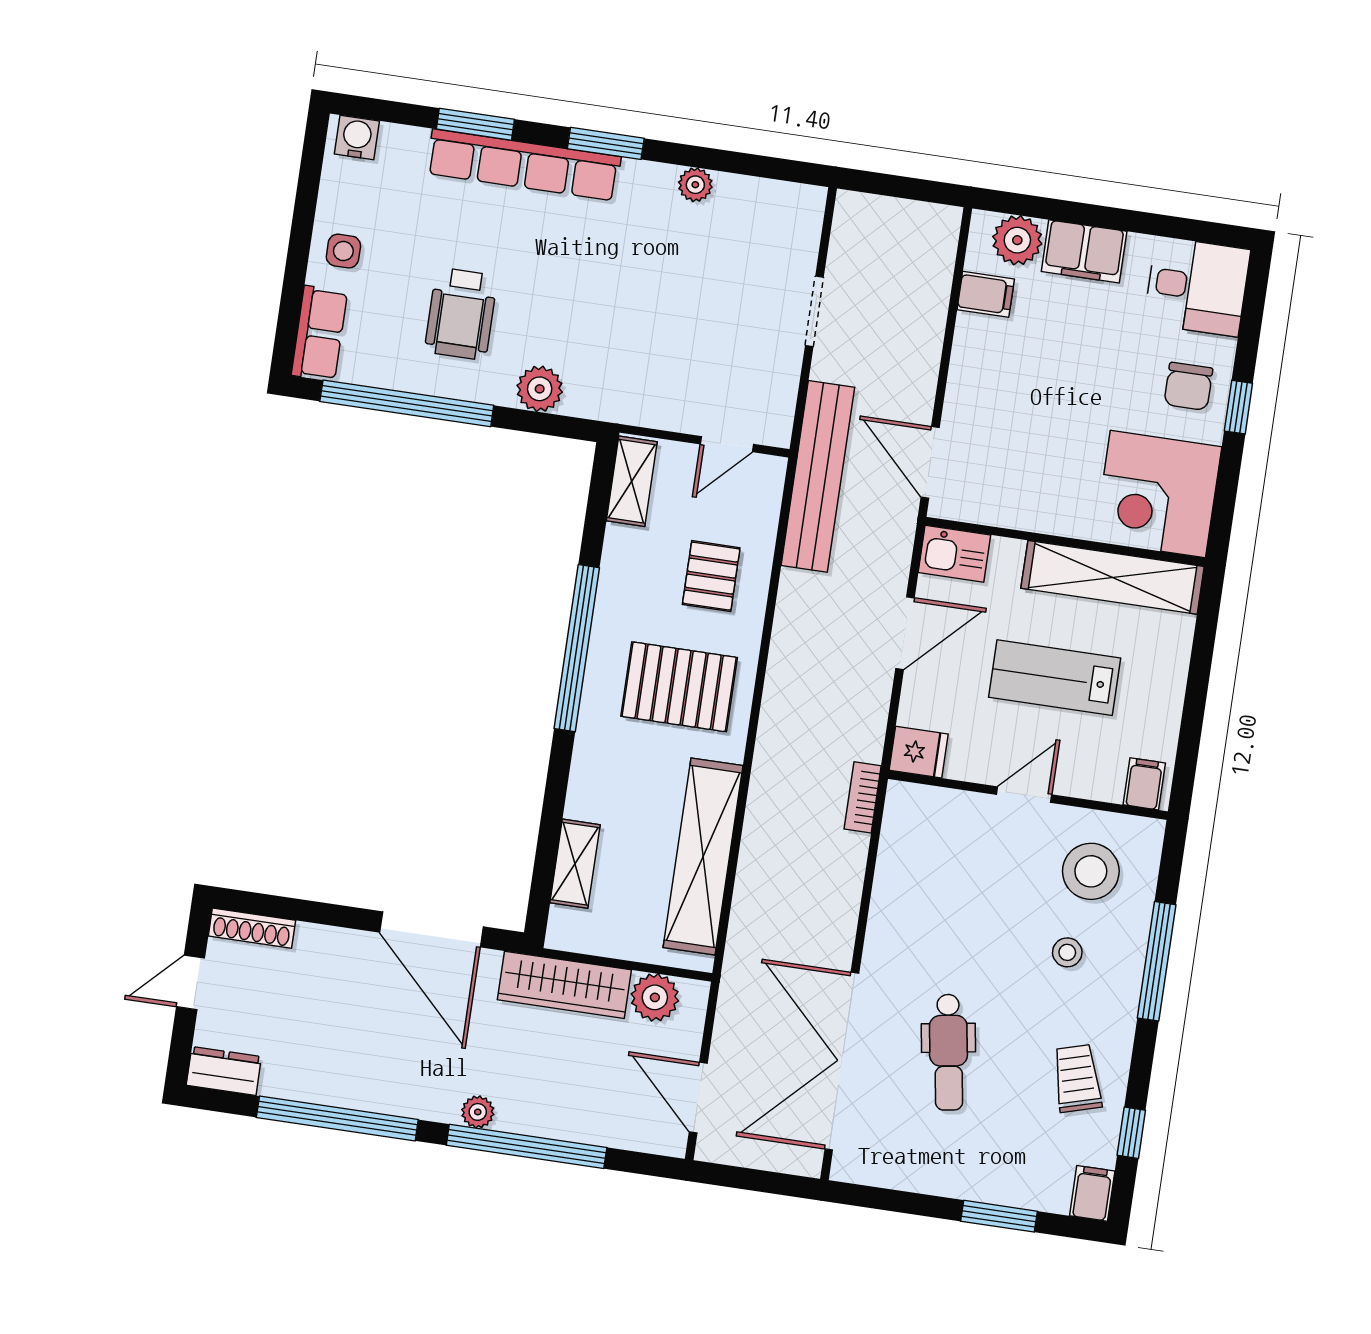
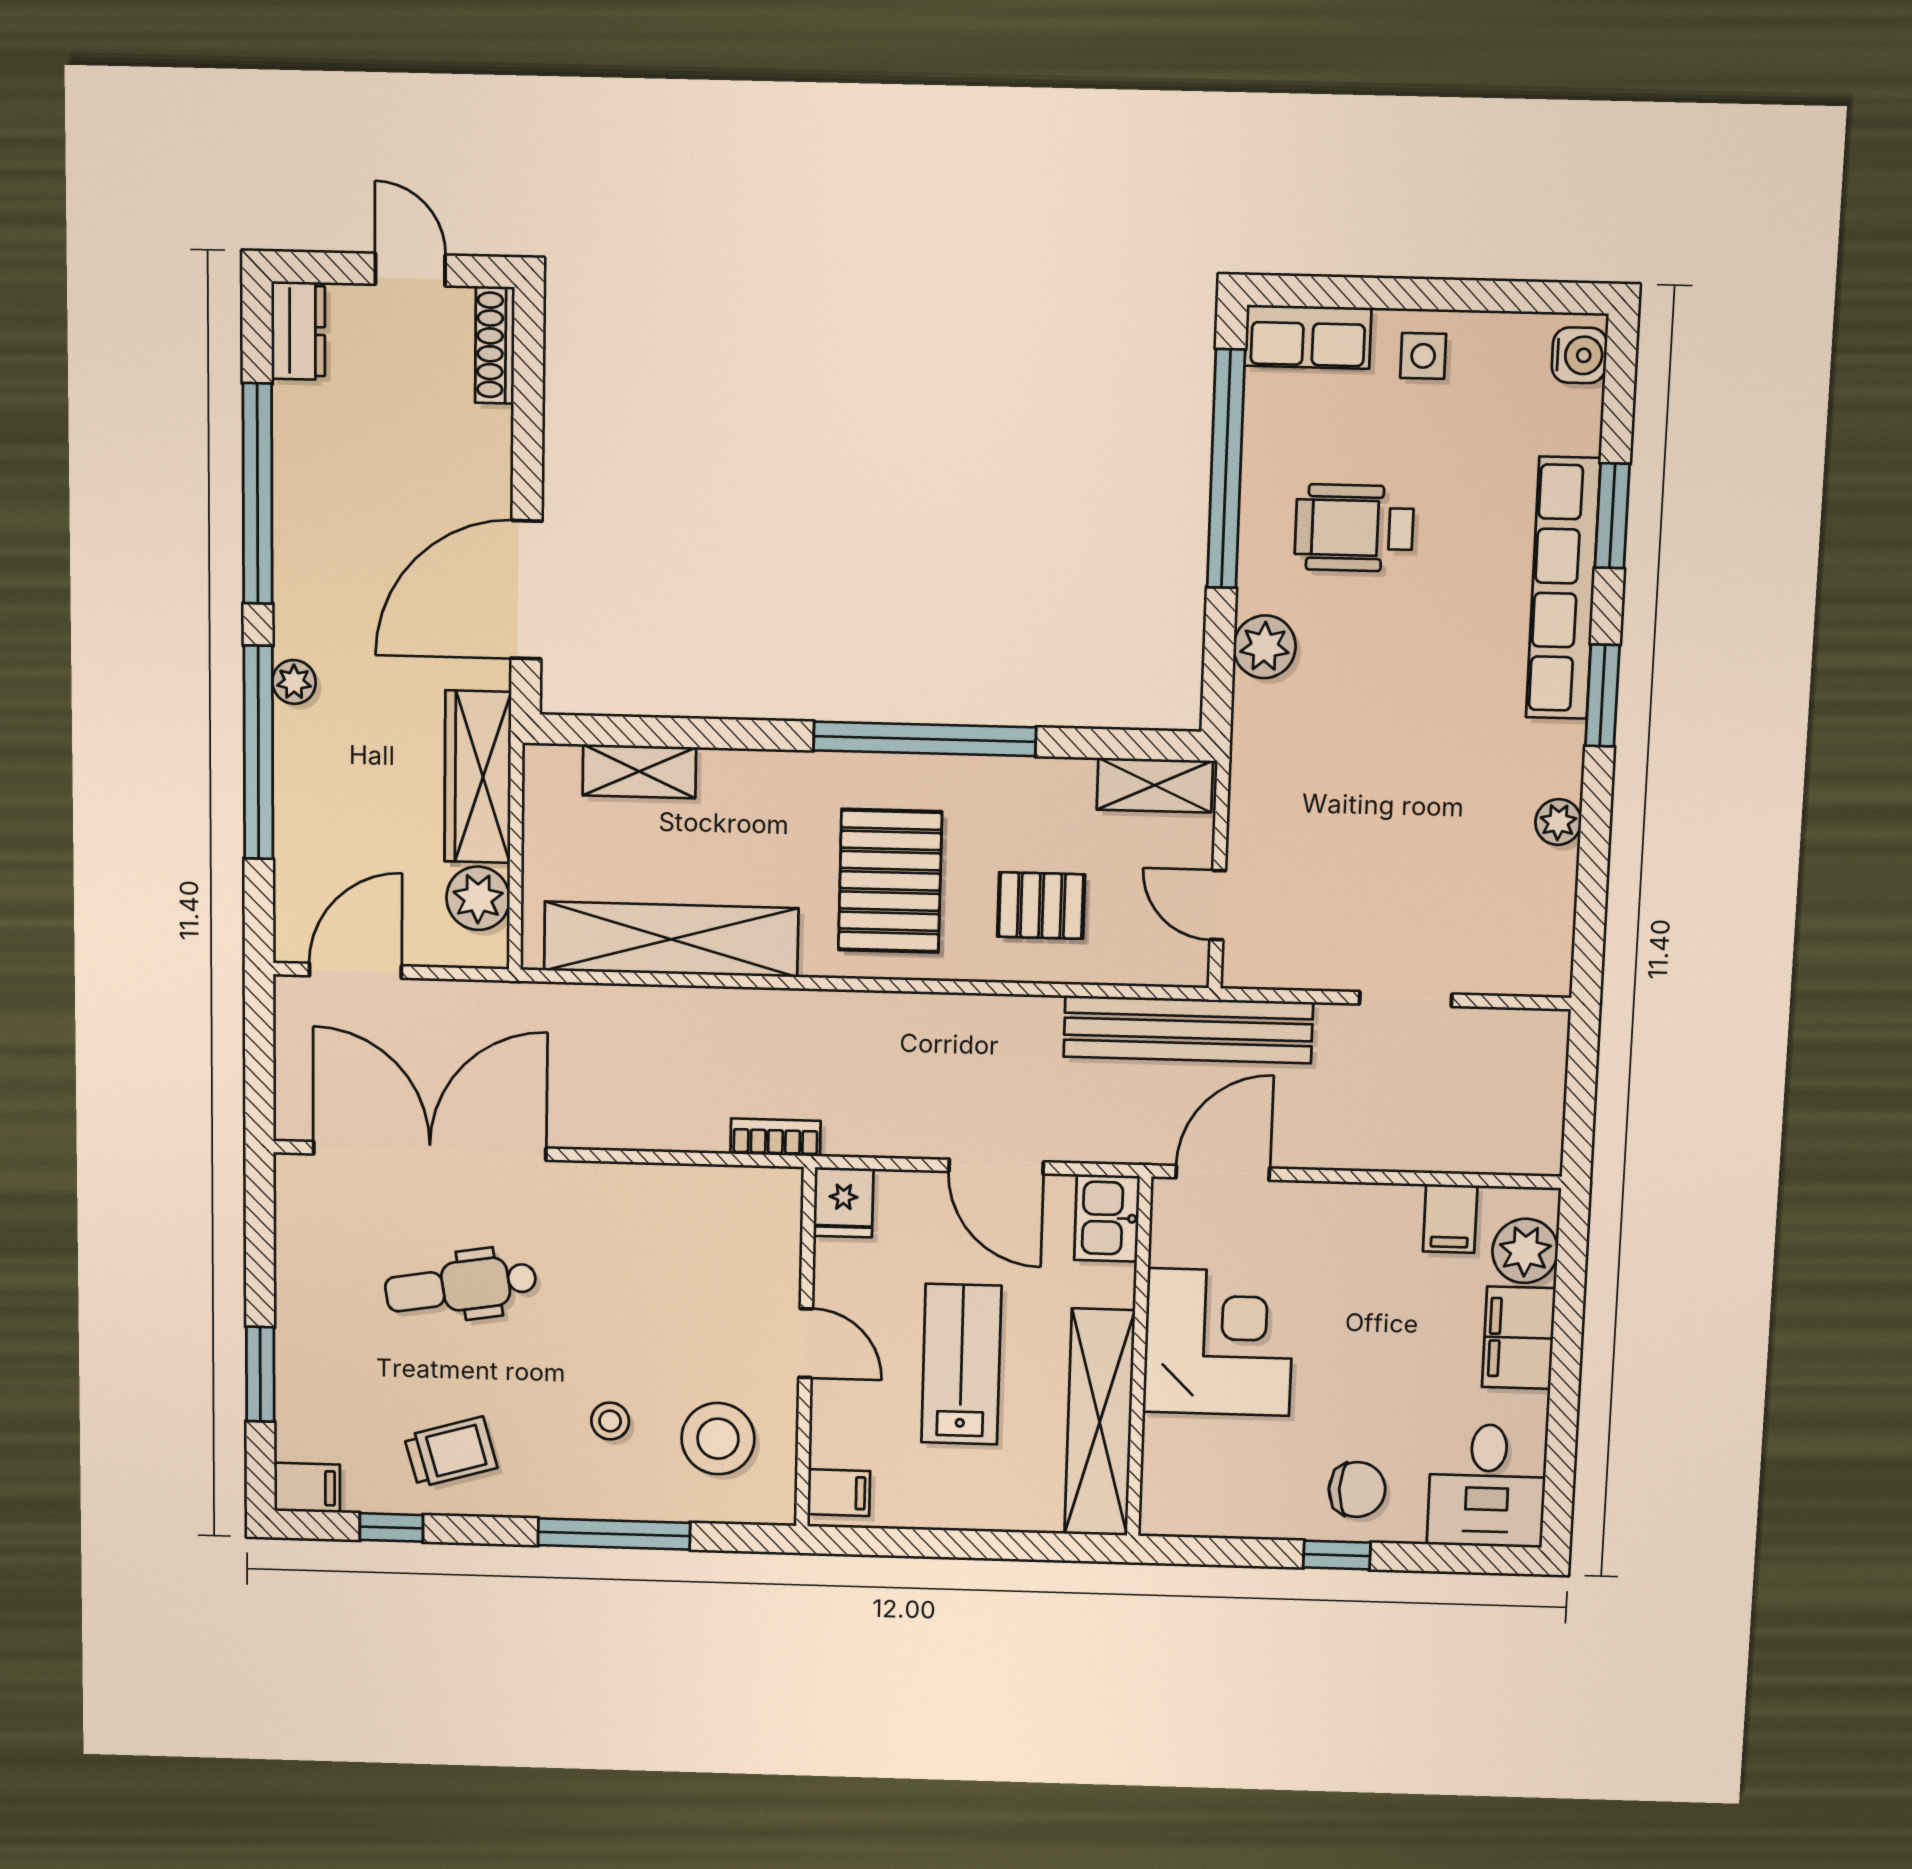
chair: (1188, 386) -> (1357, 1489), turned 180
corner desk: (1158, 494) -> (1219, 1342), moved, turned 90

